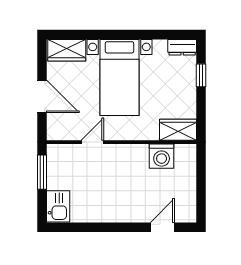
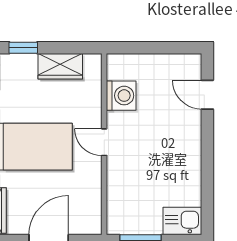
wardrobe: (178, 130) -> (60, 66), moved, turned -90
door: (92, 142) -> (104, 142), moved

